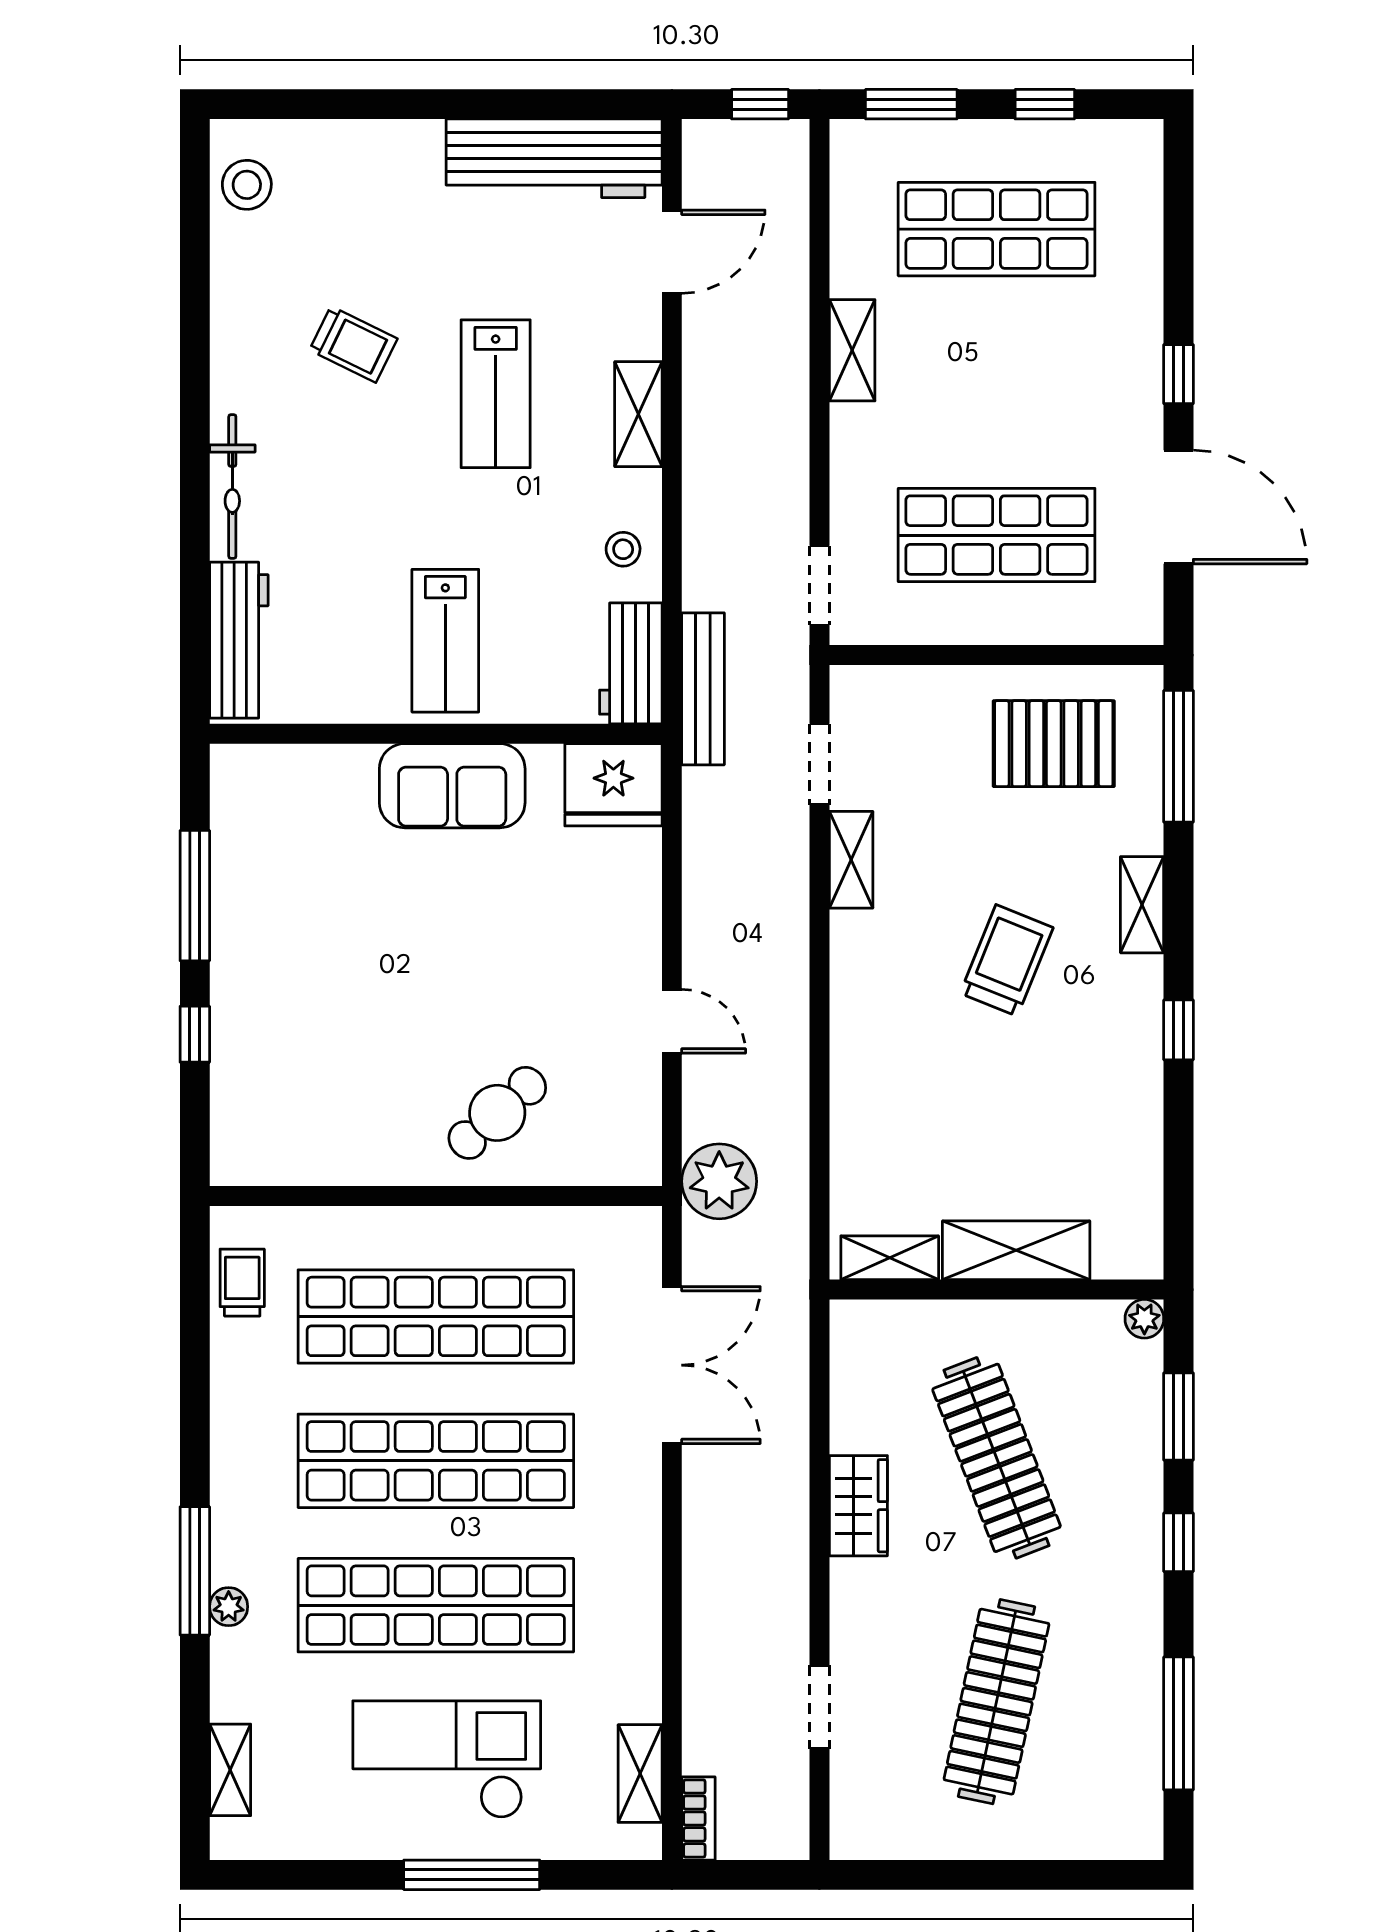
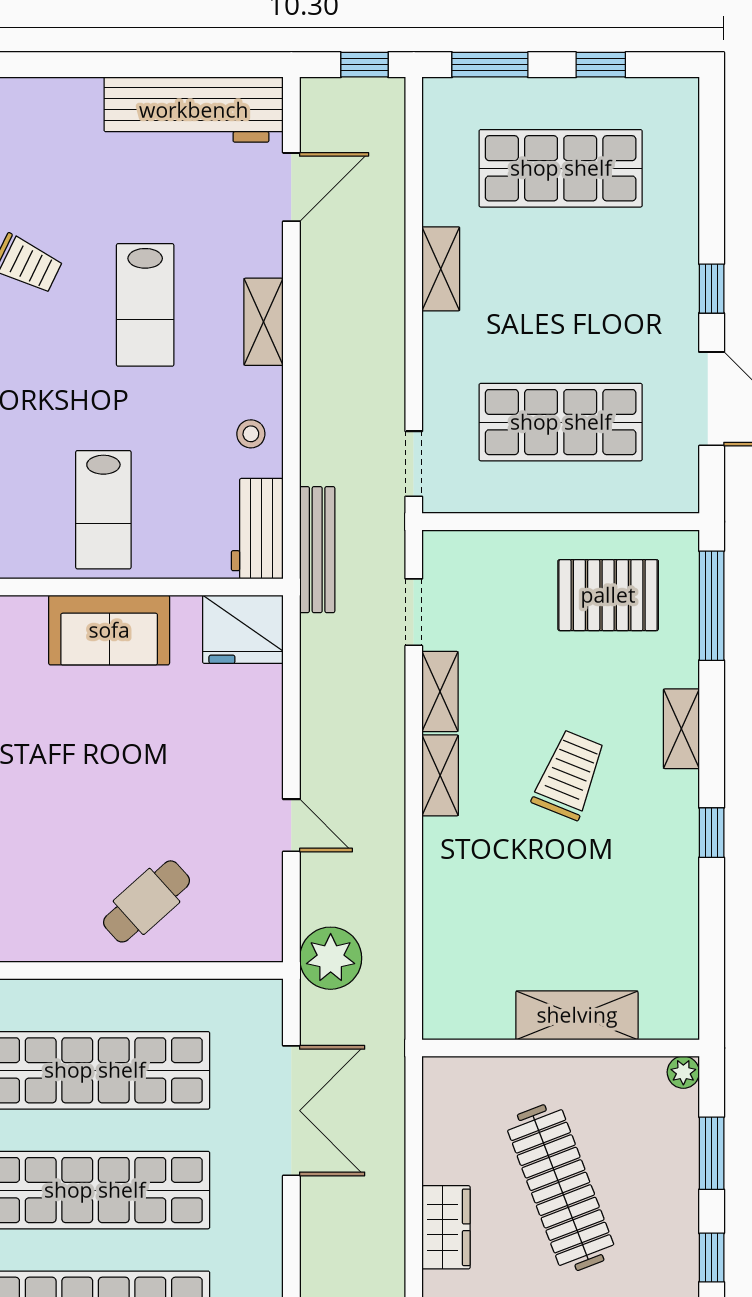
shelving: (890, 1258) -> (440, 775), moved, turned 90

